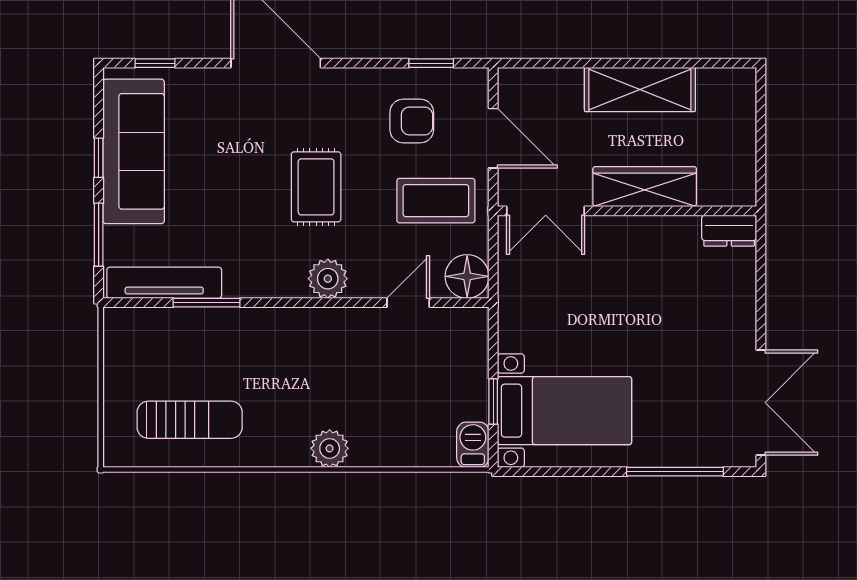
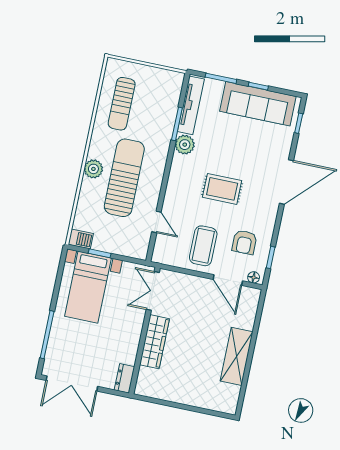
door: (493, 138) -> (228, 280), hinge flipped
wardrobe: (645, 187) -> (154, 342), moved
double door: (546, 211) -> (153, 291), moved
wall: (627, 211) -> (144, 331), moved
dresser: (729, 231) -> (125, 378), moved
floor lamp: (467, 276) -> (254, 277), moved, width x0.53, depth x0.53
plant: (328, 279) -> (185, 145), moved
sun lounger: (334, 384) -> (124, 178), added

